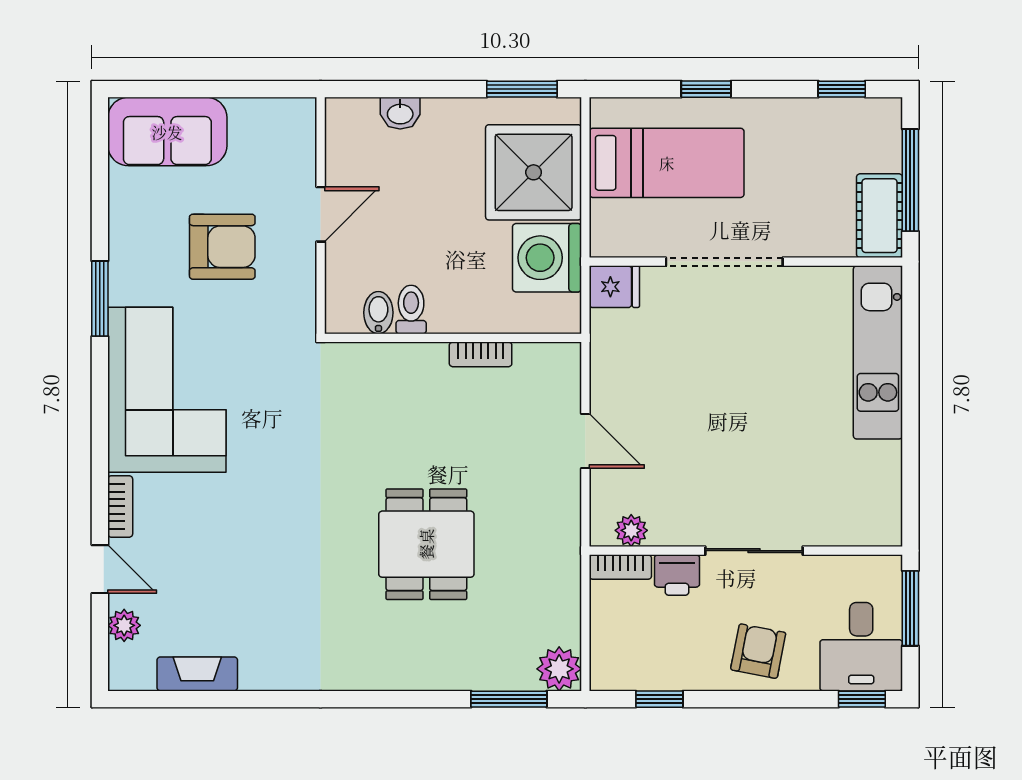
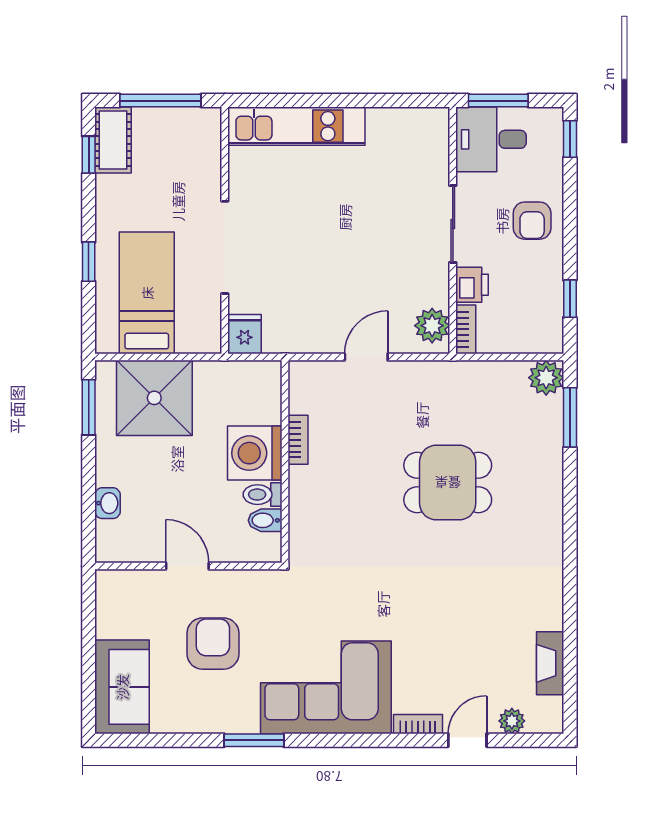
cot: (880, 216) -> (113, 140), moved, turned 90
washing machine: (547, 258) -> (255, 453), moved, turned 90
plant: (631, 530) -> (432, 326), width x1.38, depth x1.38
desk: (861, 647) -> (491, 139), moved, turned 180
armchair: (758, 651) -> (532, 221), turned -101

